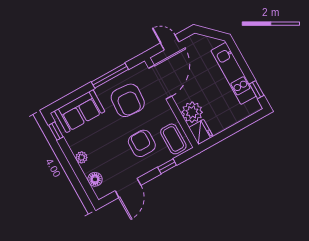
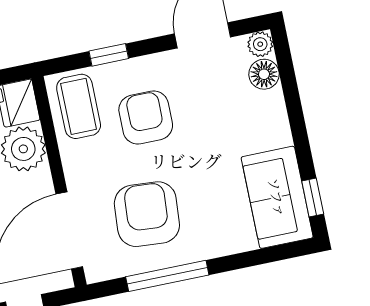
sofa: (80, 111) -> (277, 197), moved, turned -90
armchair: (142, 143) -> (146, 117), turned 180
plant: (82, 157) -> (260, 44), moved

